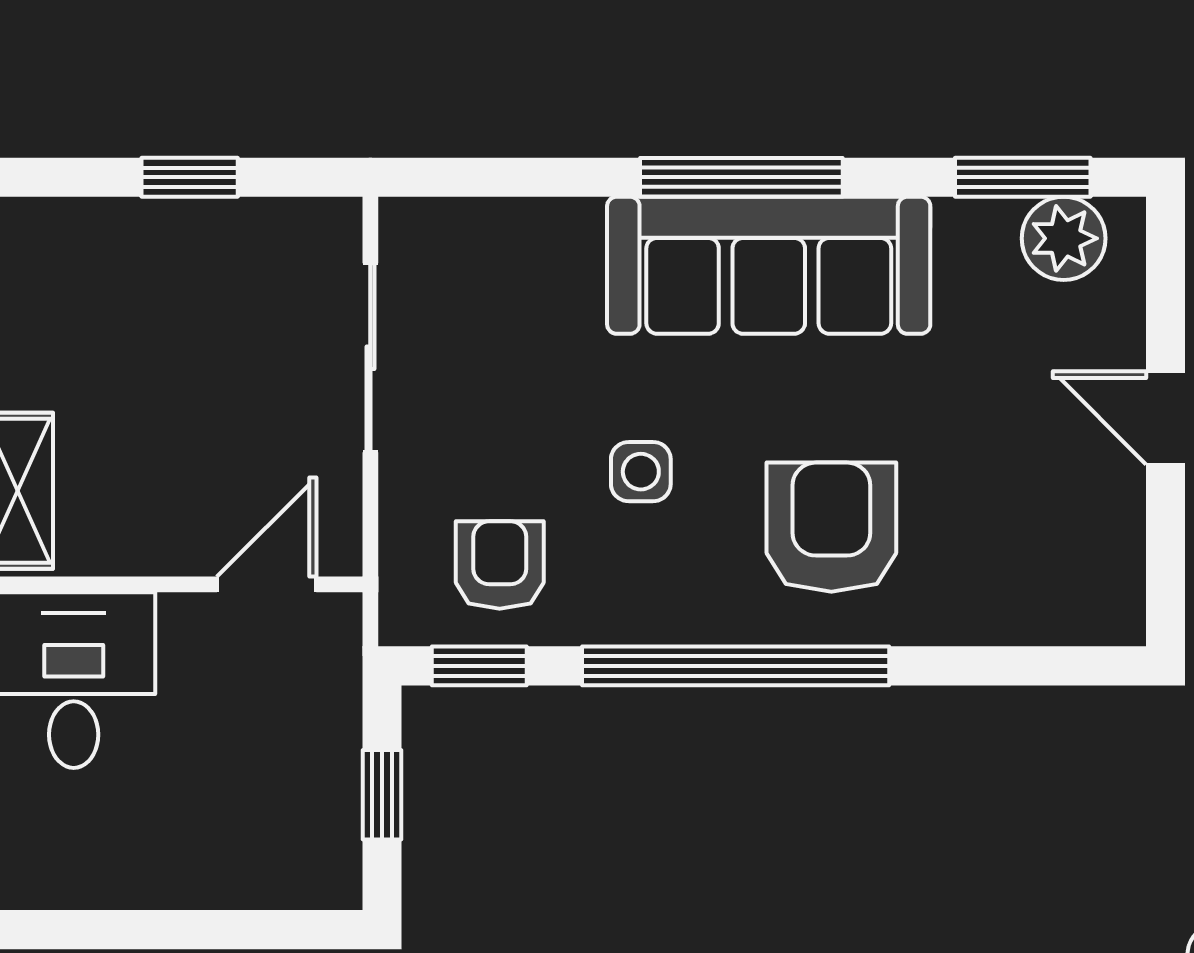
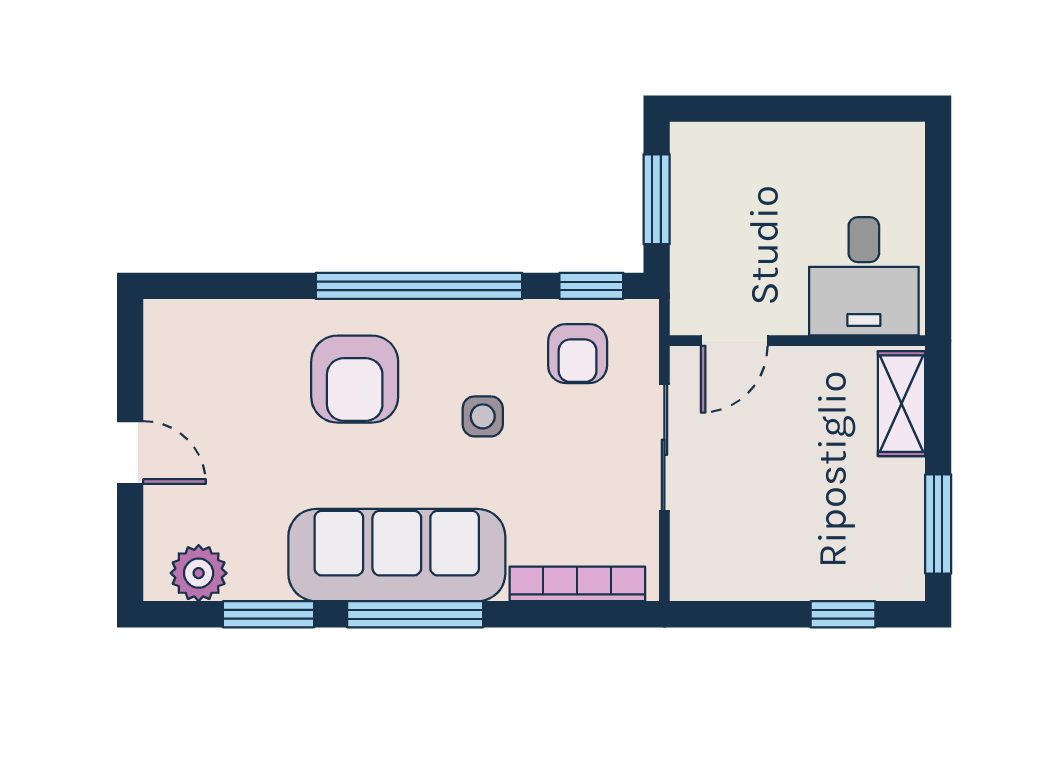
window: (190, 177) -> (843, 614), moved
window: (1023, 177) -> (268, 614), moved
bookcase: (500, 222) -> (577, 584), added
sliding door: (370, 358) -> (664, 447), moved
window: (382, 795) -> (657, 199), width x1.50

